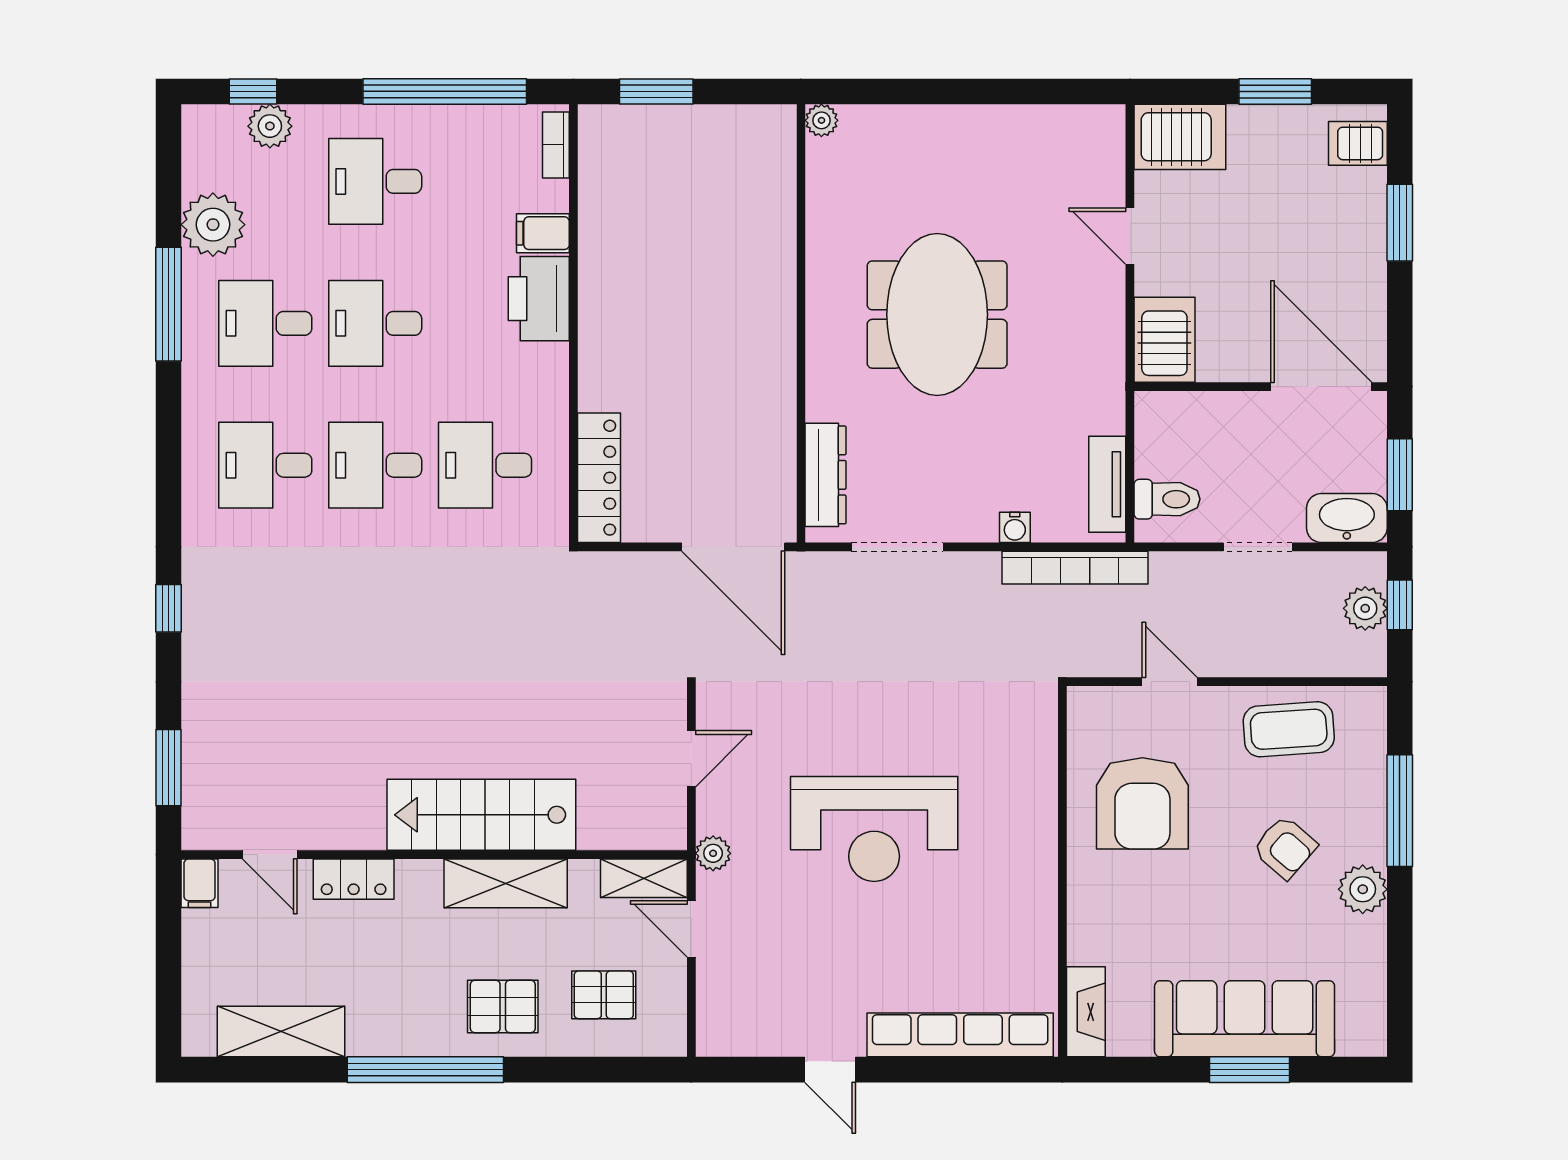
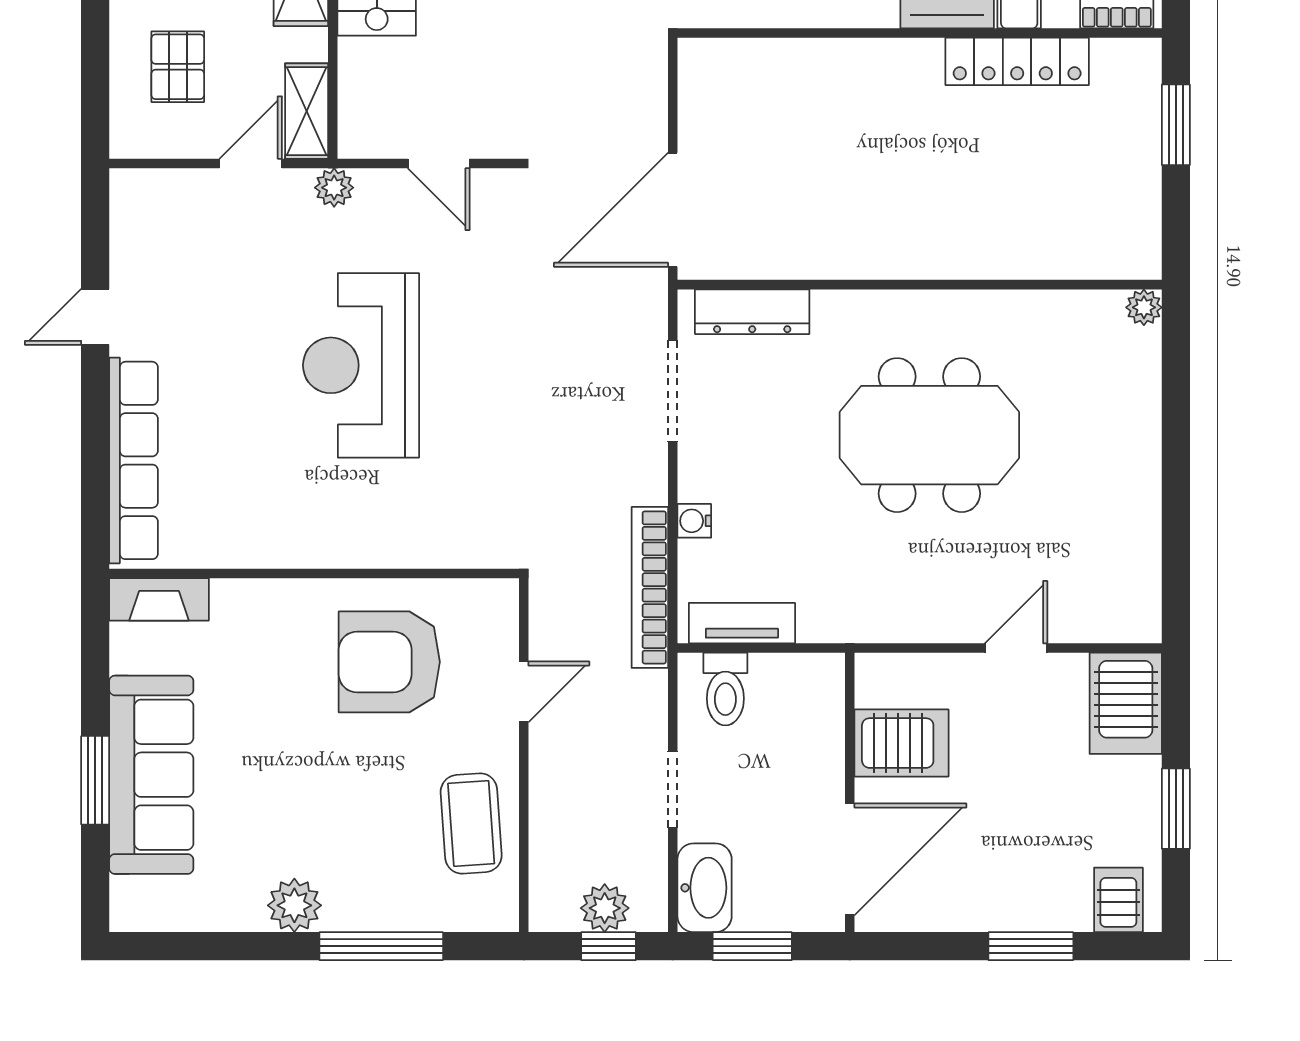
server rack: (1164, 340) -> (901, 743), moved
locker: (599, 478) -> (1017, 61), moved
armchair: (1285, 847) -> (341, 819), removed

